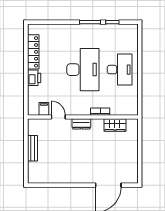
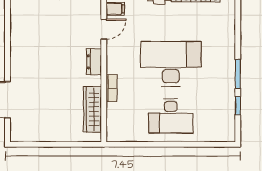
desk: (83, 70) -> (171, 64), turned 180
wardrobe: (115, 125) -> (92, 109), width x1.50

